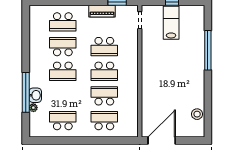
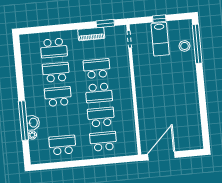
lab bench: (171, 23) -> (160, 39), turned 180
school desk: (104, 47) -> (97, 69), turned 180
window: (208, 50) -> (197, 44), moved
school desk: (63, 71) -> (58, 97), turned 180
stool: (197, 114) -> (185, 46), moved

